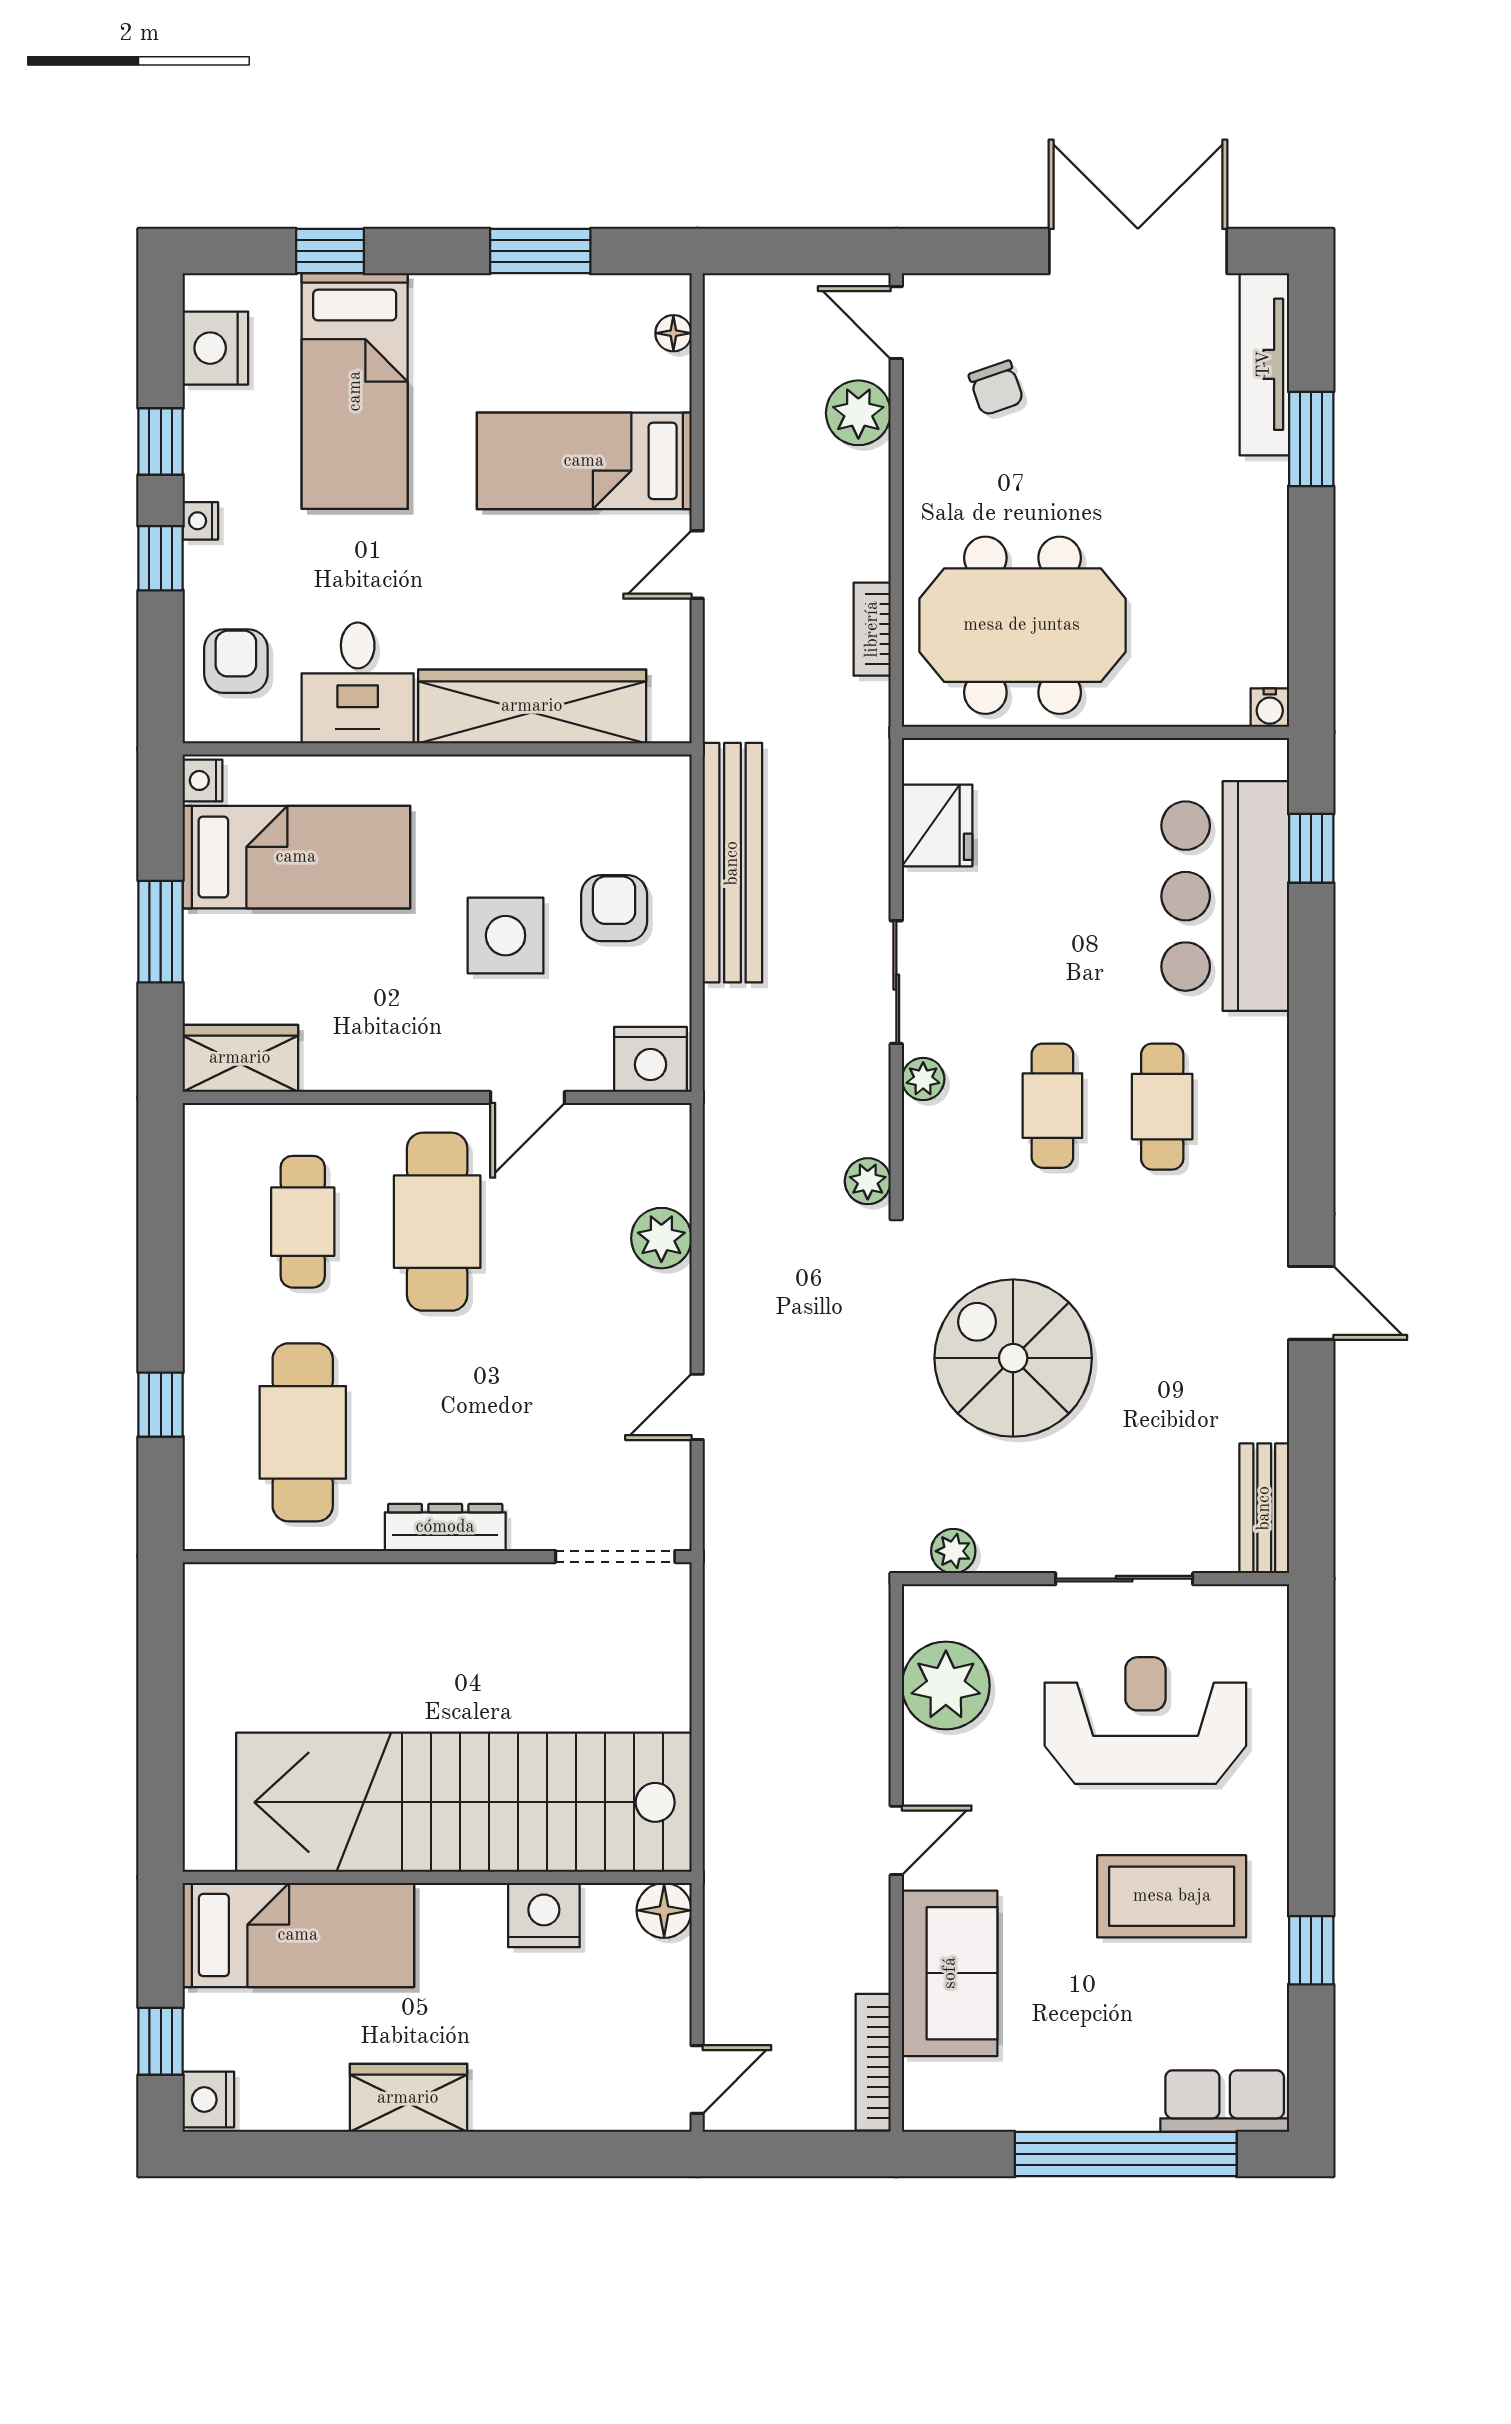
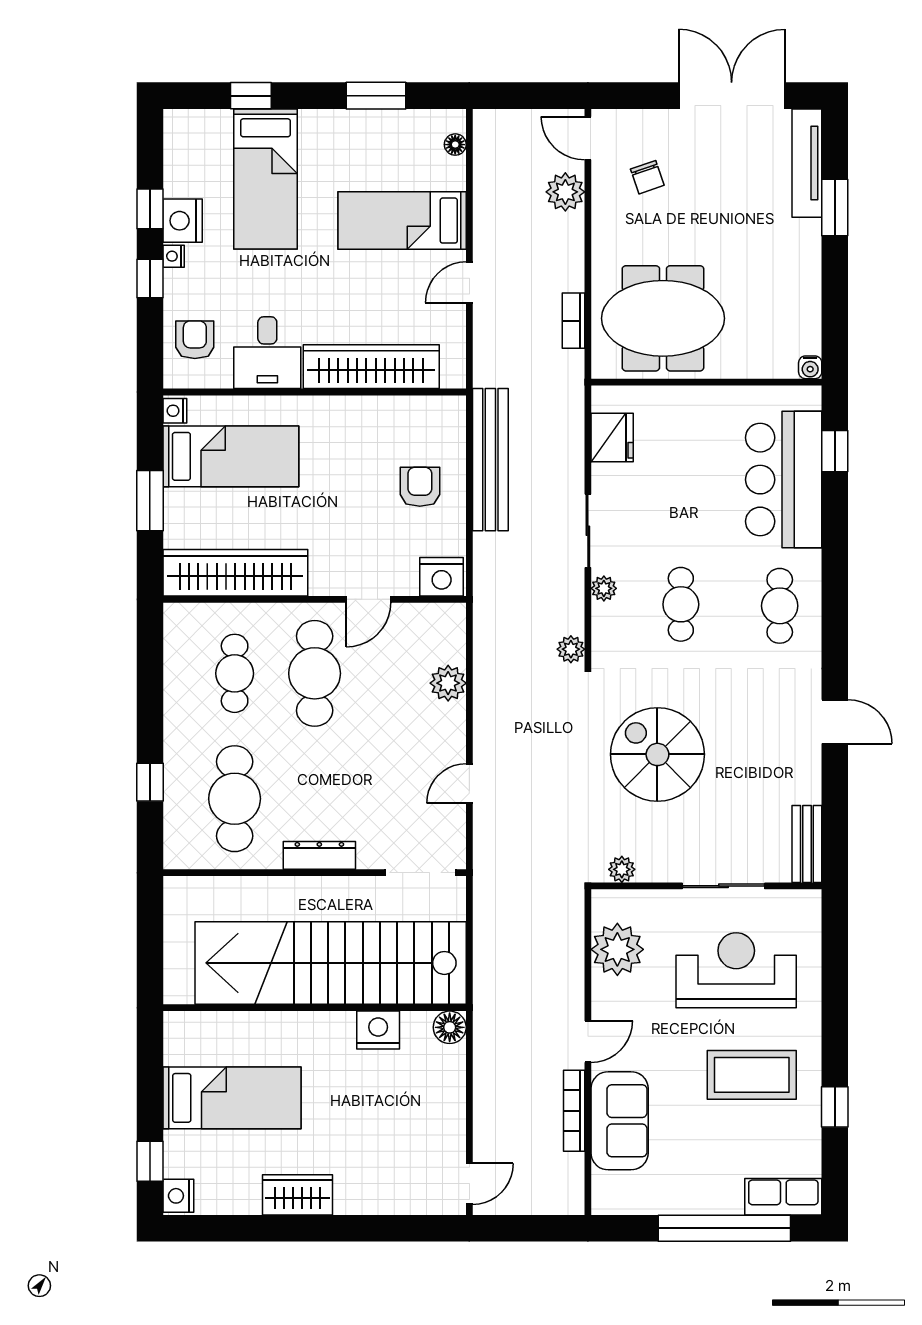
nightstand: (215, 348) -> (183, 221), moved
side table: (506, 936) -> (355, 503), removed
wardrobe: (240, 1058) -> (235, 573), width x2.10, depth x1.17
cafe table: (1162, 1107) -> (780, 606), moved
stairs: (464, 1802) -> (331, 963), moved
wall: (437, 1877) -> (315, 1008), moved
floor lamp: (664, 1910) -> (450, 1027), moved
nightstand: (544, 1915) -> (378, 1030), moved
bookcase: (873, 2062) -> (574, 1111), moved

